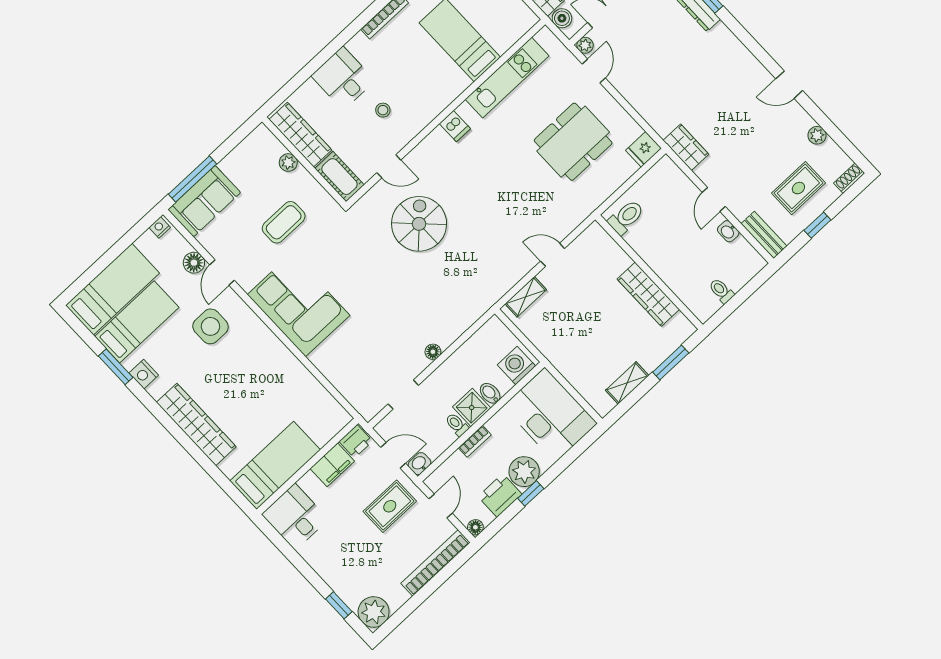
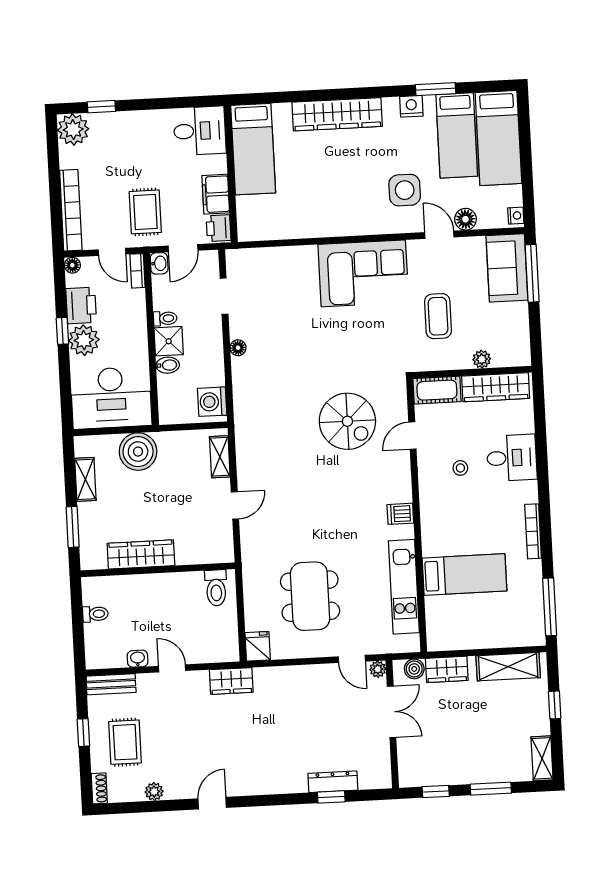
boiler: (573, 361) -> (138, 452), added
washing machine: (517, 366) -> (212, 402), moved, turned 180
bookcase: (475, 441) -> (137, 271), moved

